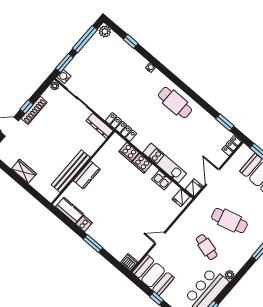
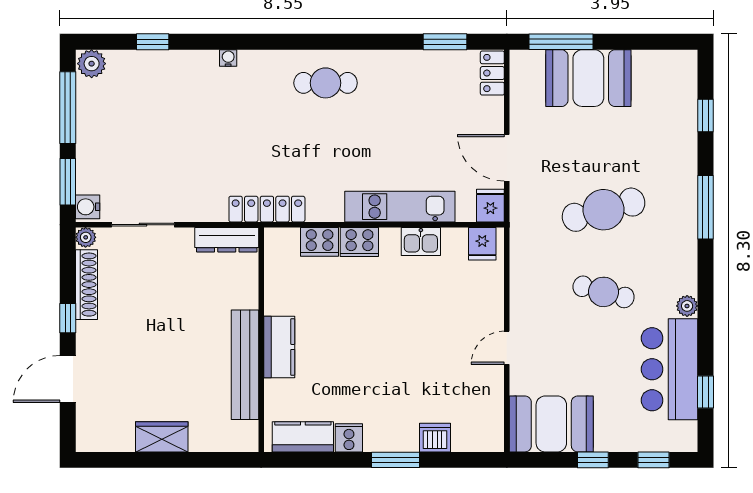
cafe table: (175, 103) -> (326, 83), width x0.73, depth x0.74
shoe rack: (34, 110) -> (86, 285), moved
dishwasher: (129, 262) -> (435, 438), moved

